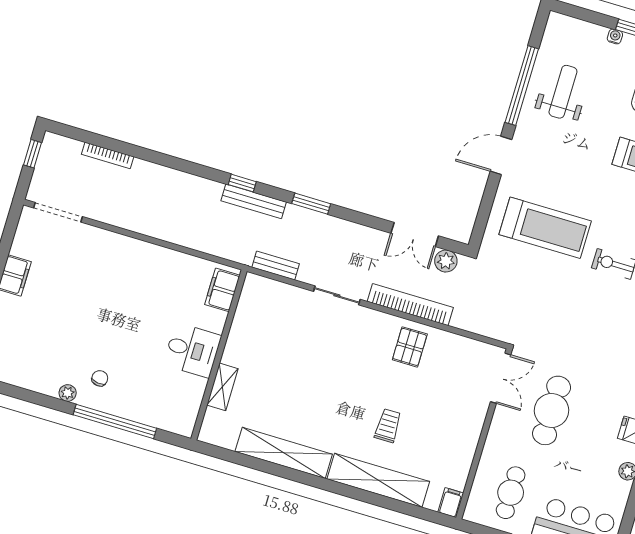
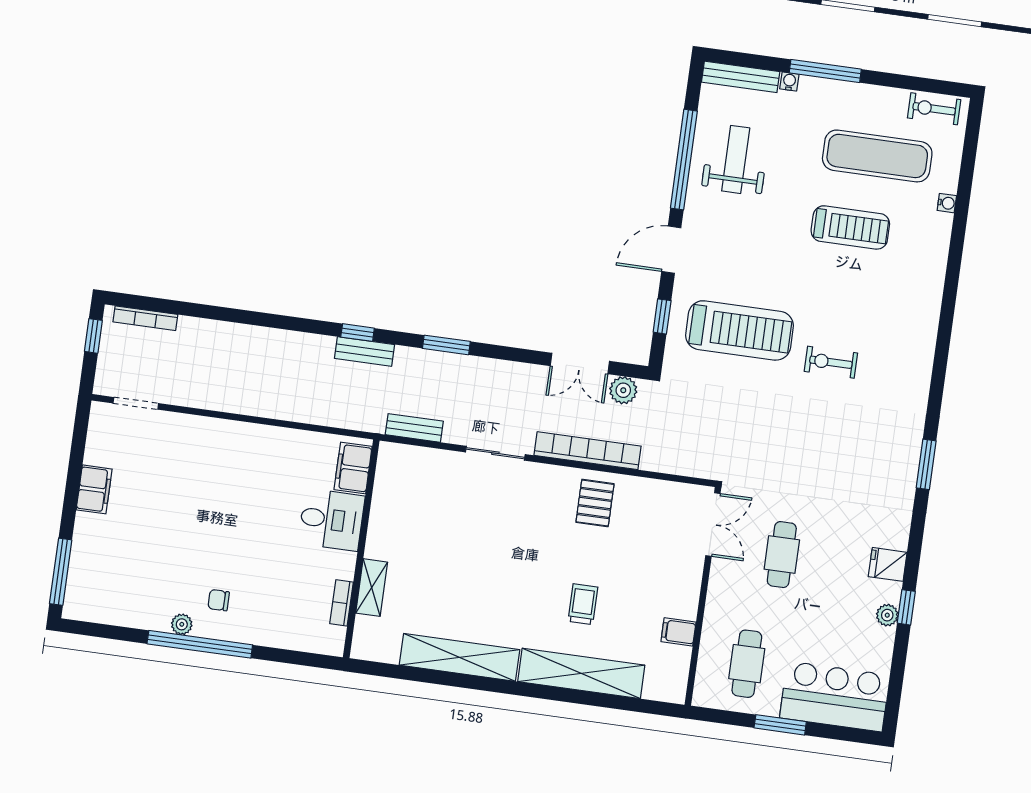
bench: (577, 27) -> (741, 77), added
bookcase: (108, 155) -> (145, 318), moved
bench: (254, 201) -> (365, 351), width x0.73
window: (486, 207) -> (662, 316), added
doorway: (58, 212) -> (136, 403), width x0.73
desk: (192, 350) -> (331, 520), moved
chair: (100, 378) -> (219, 600), turned -98
bookcase: (197, 395) -> (341, 603), added
cafe table: (552, 410) -> (782, 555), width x0.73, depth x0.74
window: (115, 422) -> (200, 644), moved
filing cabinet: (451, 503) -> (678, 632), moved, turned -90

